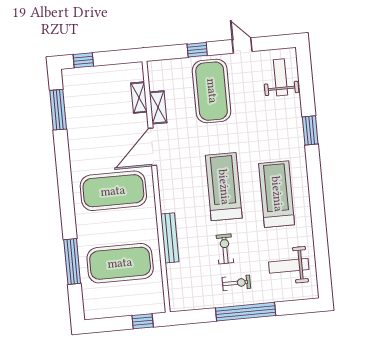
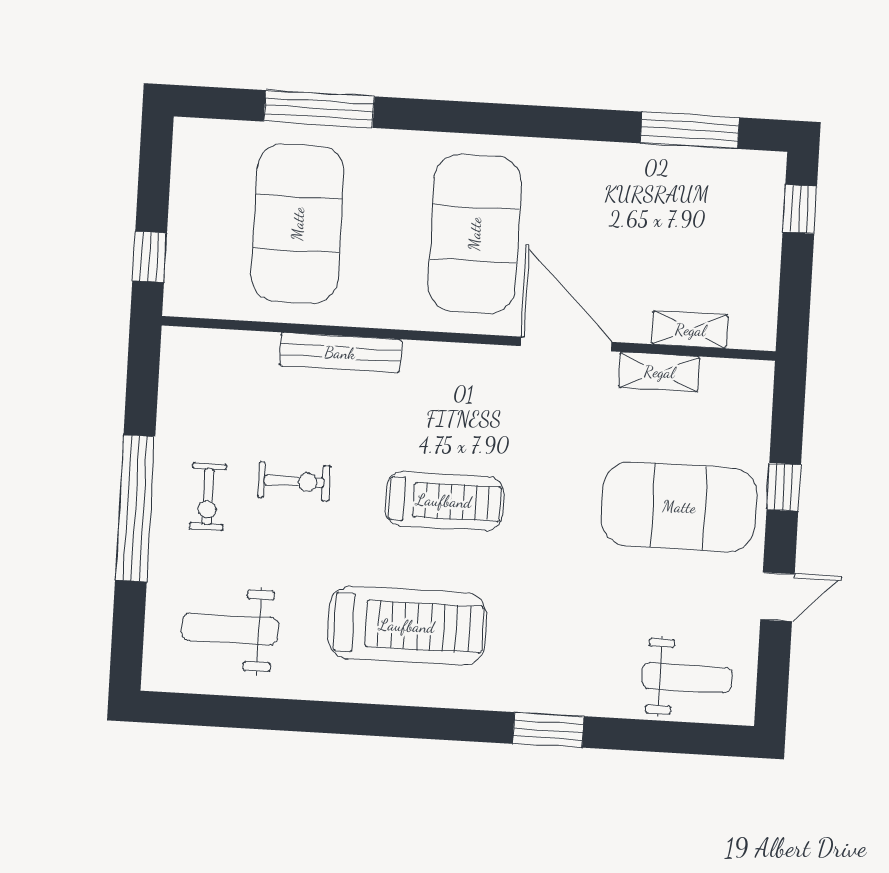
treadmill: (224, 187) -> (444, 501), width x0.73, depth x0.73
weight bench: (289, 266) -> (230, 629), turned -90

